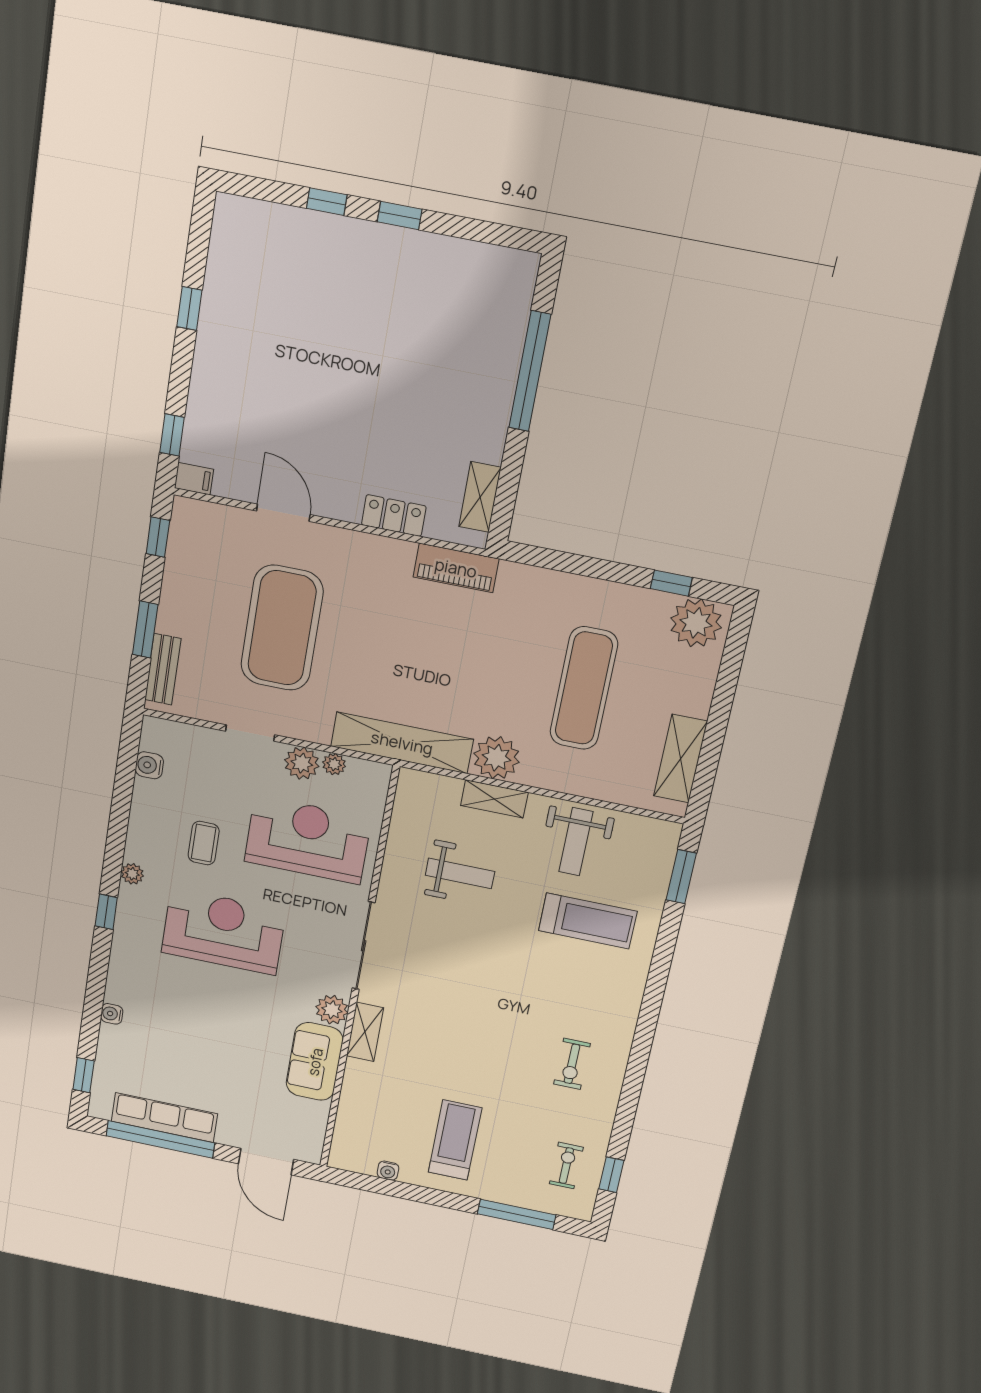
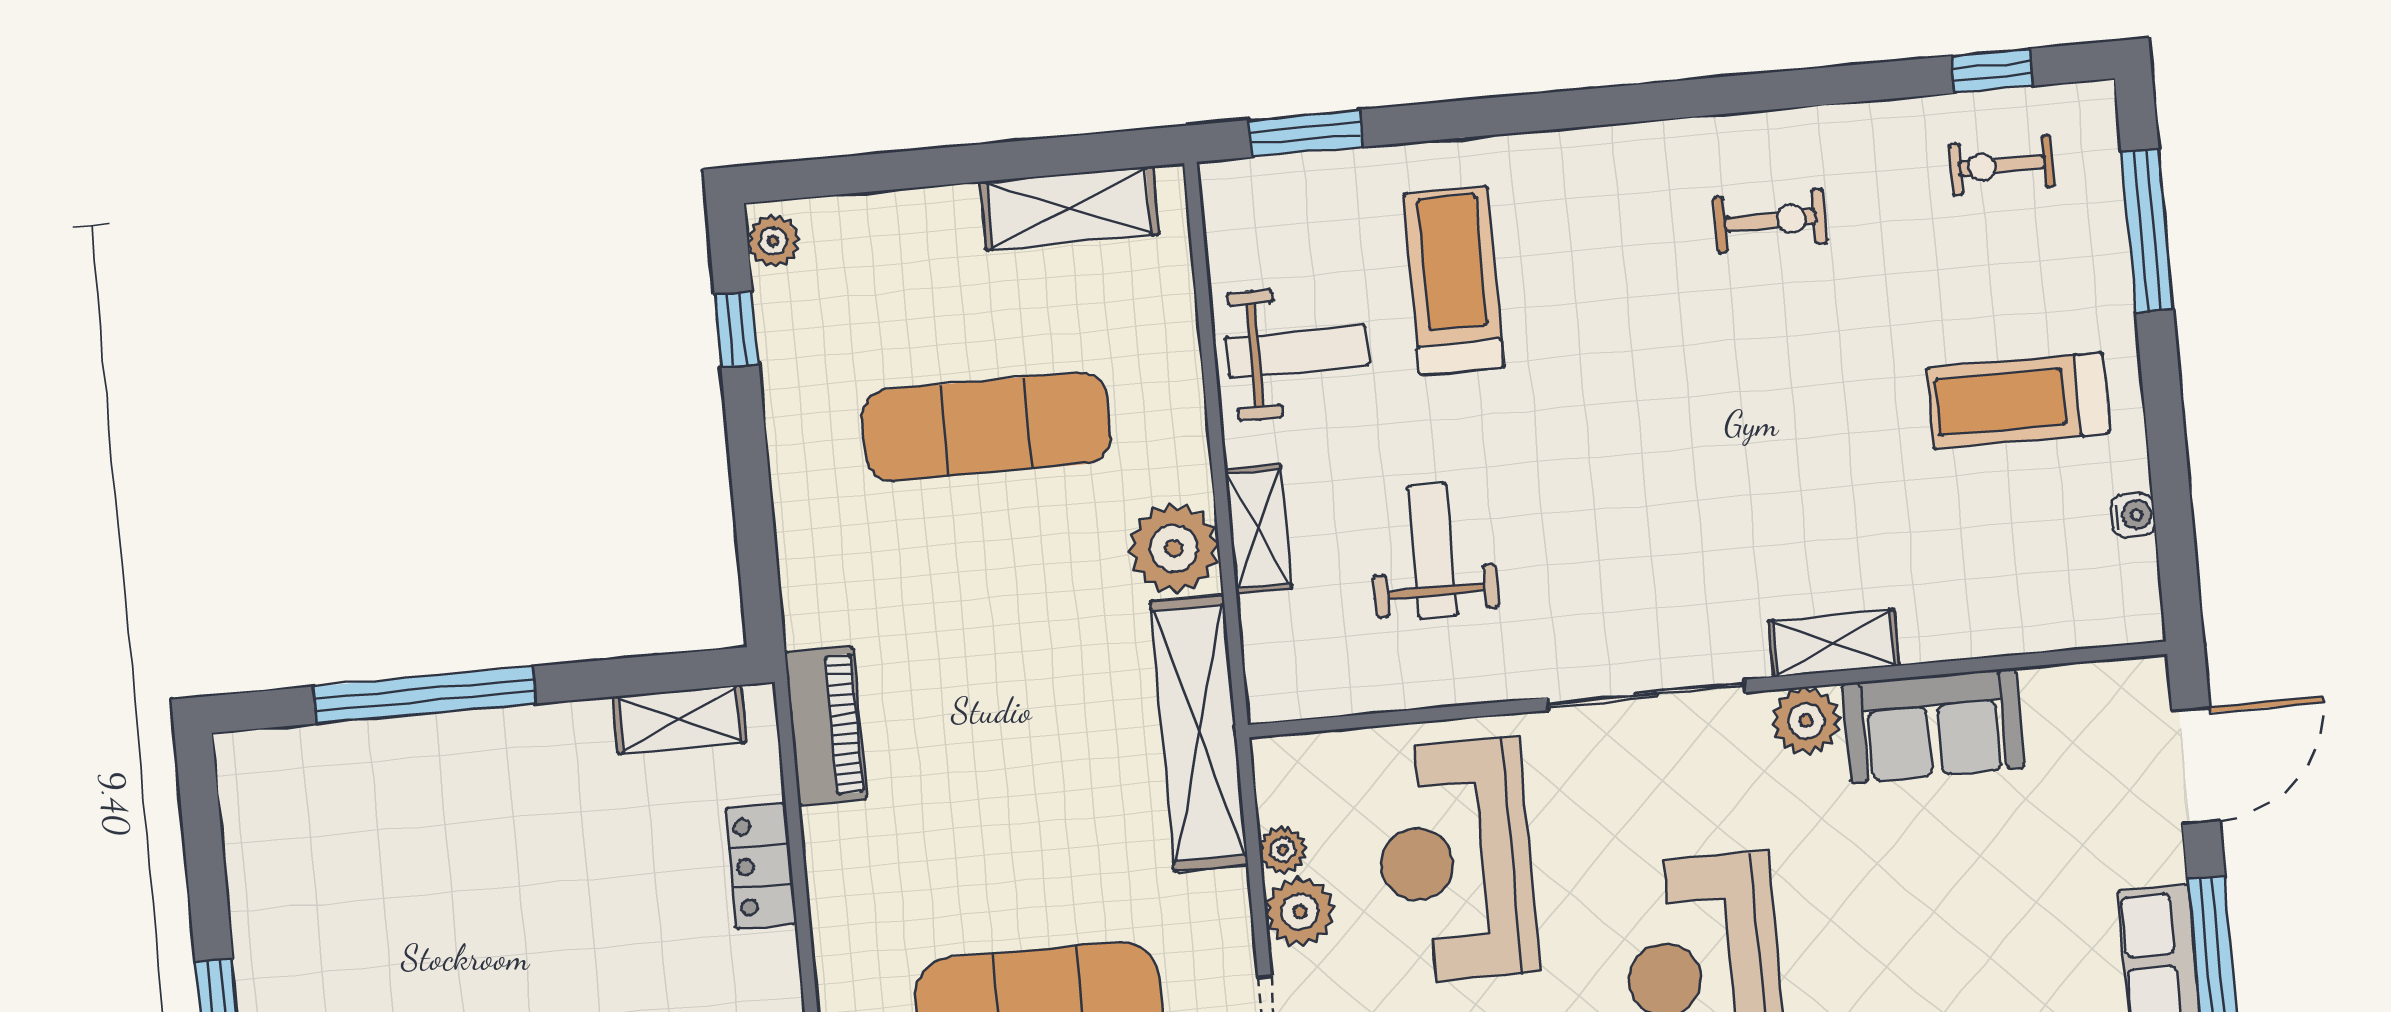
plant: (696, 623) -> (773, 241), width x0.53, depth x0.53

